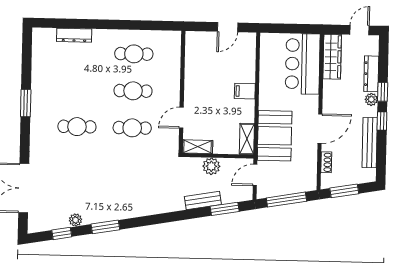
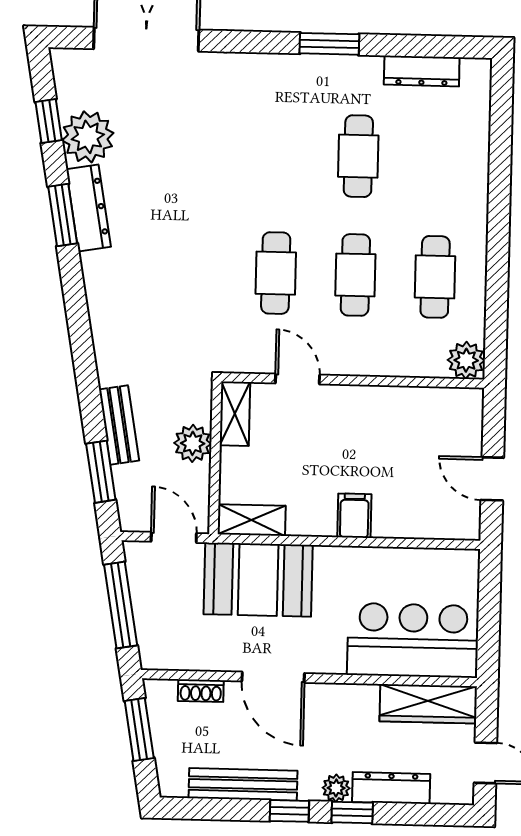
dresser: (74, 35) -> (422, 71), moved, turned -90
plant: (173, 39) -> (466, 360), added
cafe table: (77, 127) -> (358, 156), moved
dresser: (102, 215) -> (88, 208), added
plant: (75, 220) -> (88, 137), width x1.88, depth x1.88

